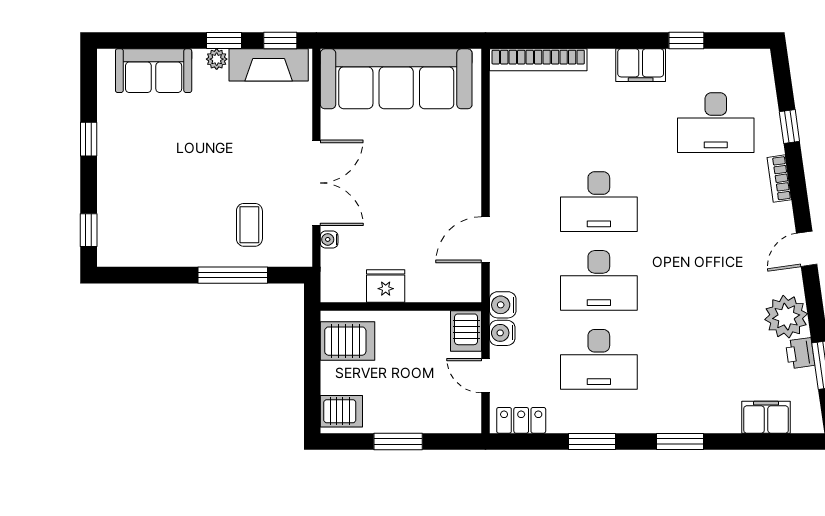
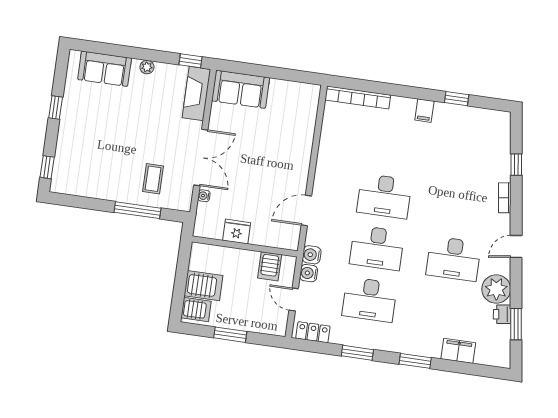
window: (224, 41) -> (154, 56), removed
fireplace: (269, 65) -> (196, 93), moved, turned 90
filing cabinet: (641, 65) -> (424, 111), width x0.50
sofa: (396, 79) -> (241, 89), width x0.54, depth x0.79
desk: (716, 123) -> (454, 259), moved
server rack: (466, 331) -> (270, 266), moved
server rack: (347, 341) -> (203, 286), moved
filing cabinet: (766, 417) -> (458, 351), moved

